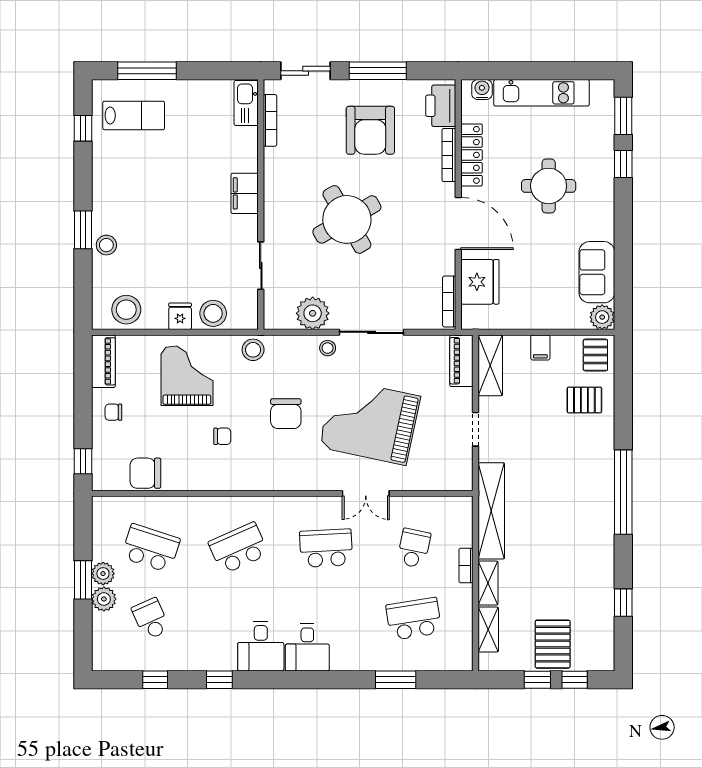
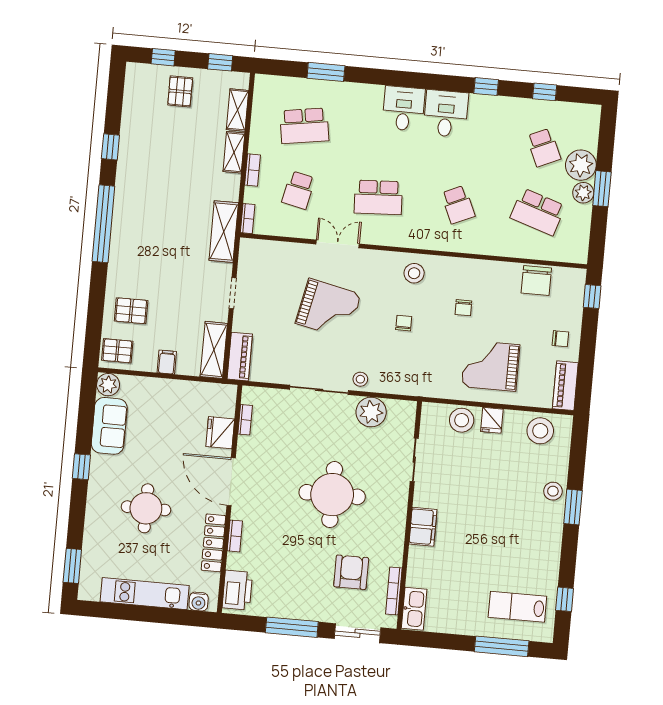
armchair: (370, 130) -> (351, 572), moved, width x0.73, depth x0.73
bookcase: (449, 155) -> (235, 536), width x0.64
window: (623, 164) -> (81, 467), moved
round table: (347, 219) -> (332, 495), turned 30
fridge: (480, 282) -> (220, 433), width x0.73, depth x0.75
bookcase: (449, 302) -> (245, 420), width x0.64
stool: (253, 350) -> (414, 273), moved
pallet: (595, 355) -> (117, 351), turned 90
grand piano: (187, 376) -> (491, 366), turned 90
chair: (286, 414) -> (404, 323), width x0.54, depth x0.54
grand piano: (370, 422) -> (328, 309), width x0.73, depth x0.68
chair: (222, 436) -> (463, 308), turned -90
chair: (145, 473) -> (536, 280), turned 90
shelving: (491, 511) -> (224, 232), width x0.68
bookcase: (466, 512) -> (248, 219), added
school desk: (238, 548) -> (458, 205), width x0.54
plant: (104, 599) -> (581, 165), width x1.36, depth x1.36
window: (623, 603) -> (110, 147), moved
pallet: (553, 644) -> (180, 91), width x0.67, depth x0.71
window: (537, 680) -> (220, 62), moved

